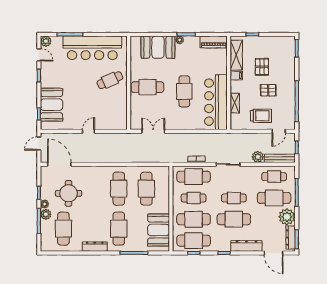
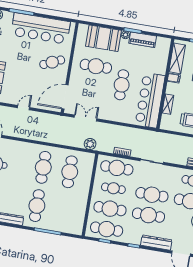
piano: (214, 42) -> (143, 40), moved
cafe table: (147, 87) -> (96, 66), moved
door: (129, 113) -> (65, 97), added
plant: (258, 157) -> (90, 144), moved
cafe table: (234, 198) -> (152, 195), width x1.37, depth x1.35
booth: (159, 230) -> (75, 213), removed

